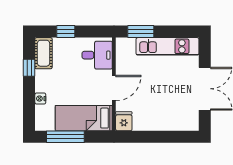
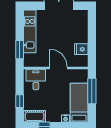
bed: (84, 118) -> (79, 103), moved, turned 180
fridge: (124, 121) -> (81, 49), moved
window: (65, 137) -> (92, 91), moved

